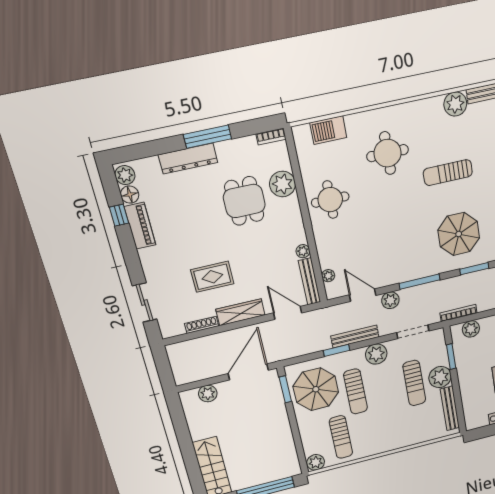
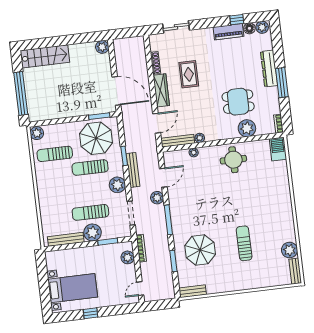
barbecue: (328, 130) -> (278, 149), moved
round table: (388, 153) -> (261, 201), removed
plant: (328, 276) -> (194, 153), moved
plant: (208, 393) -> (102, 47), moved

